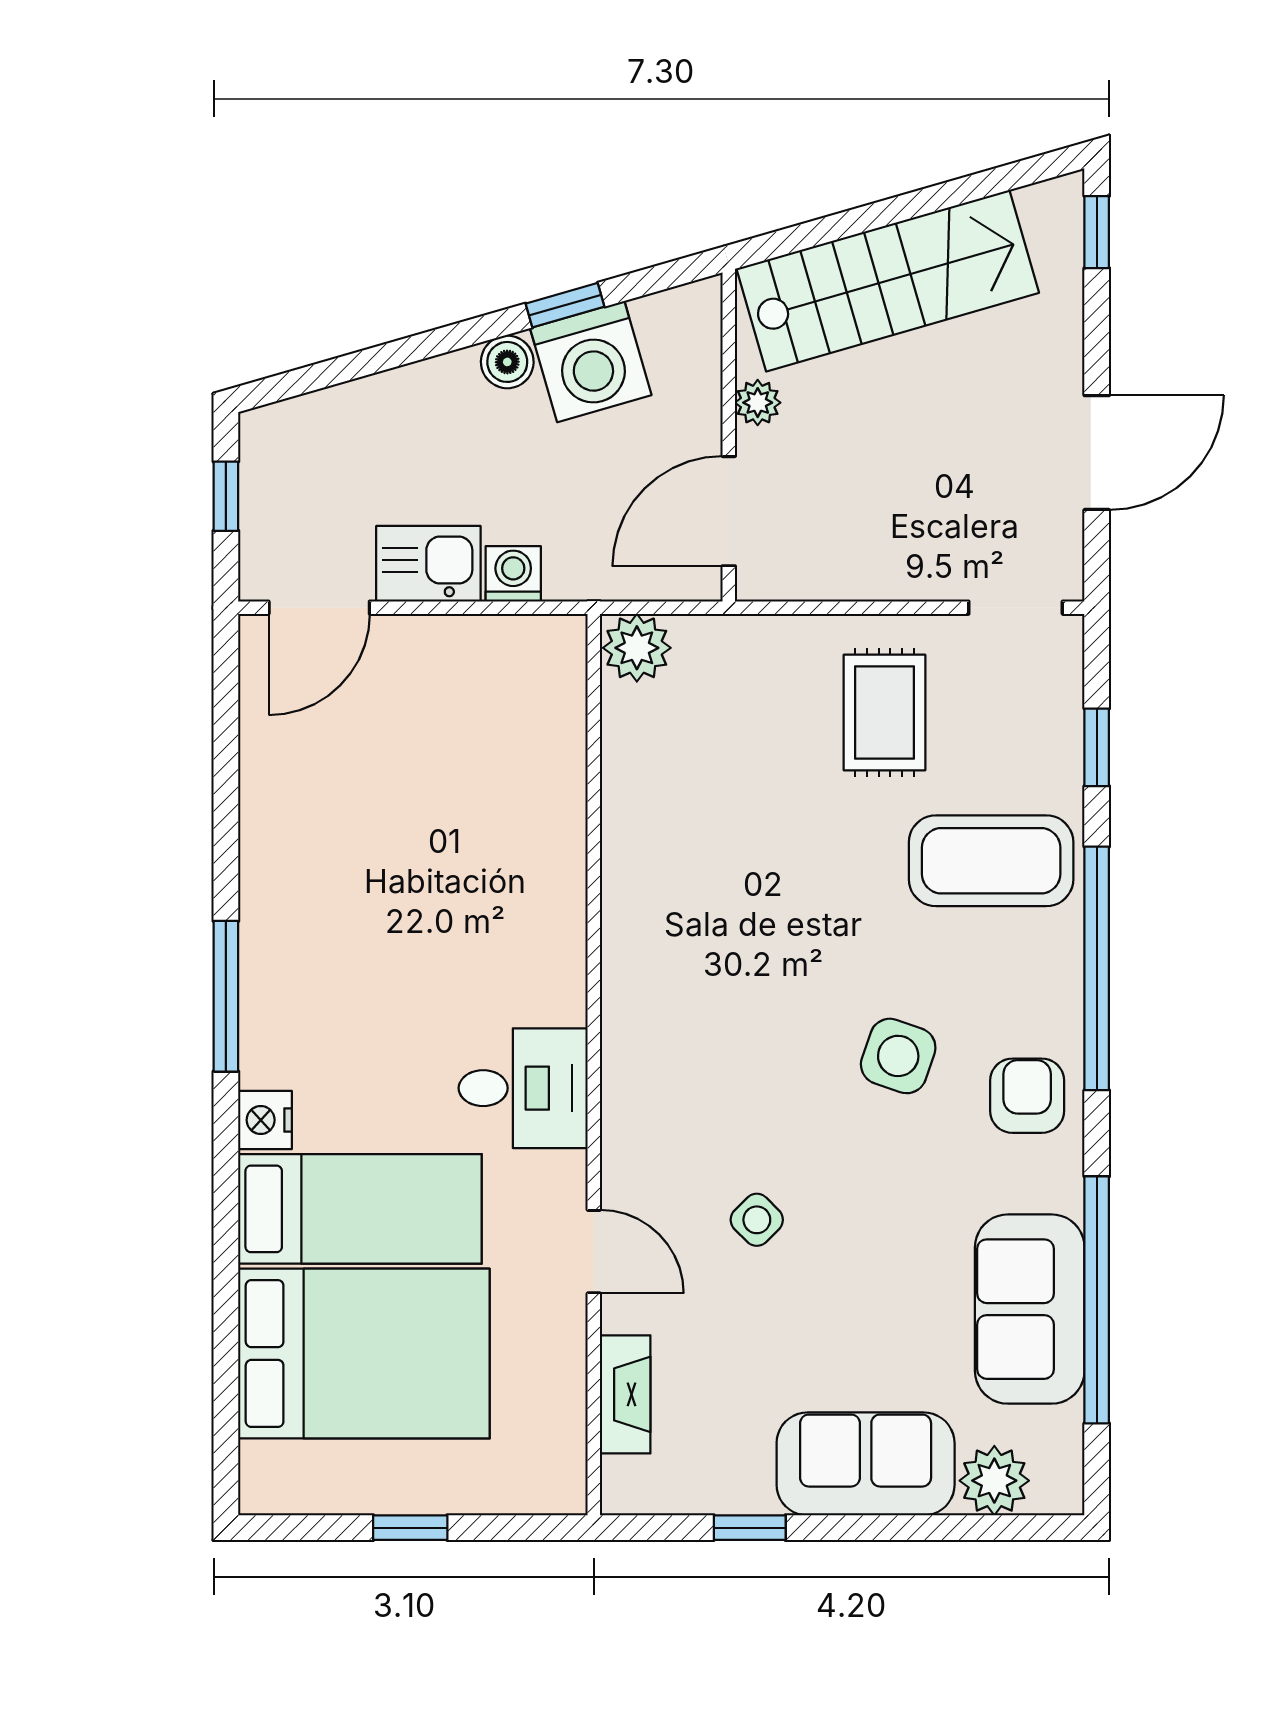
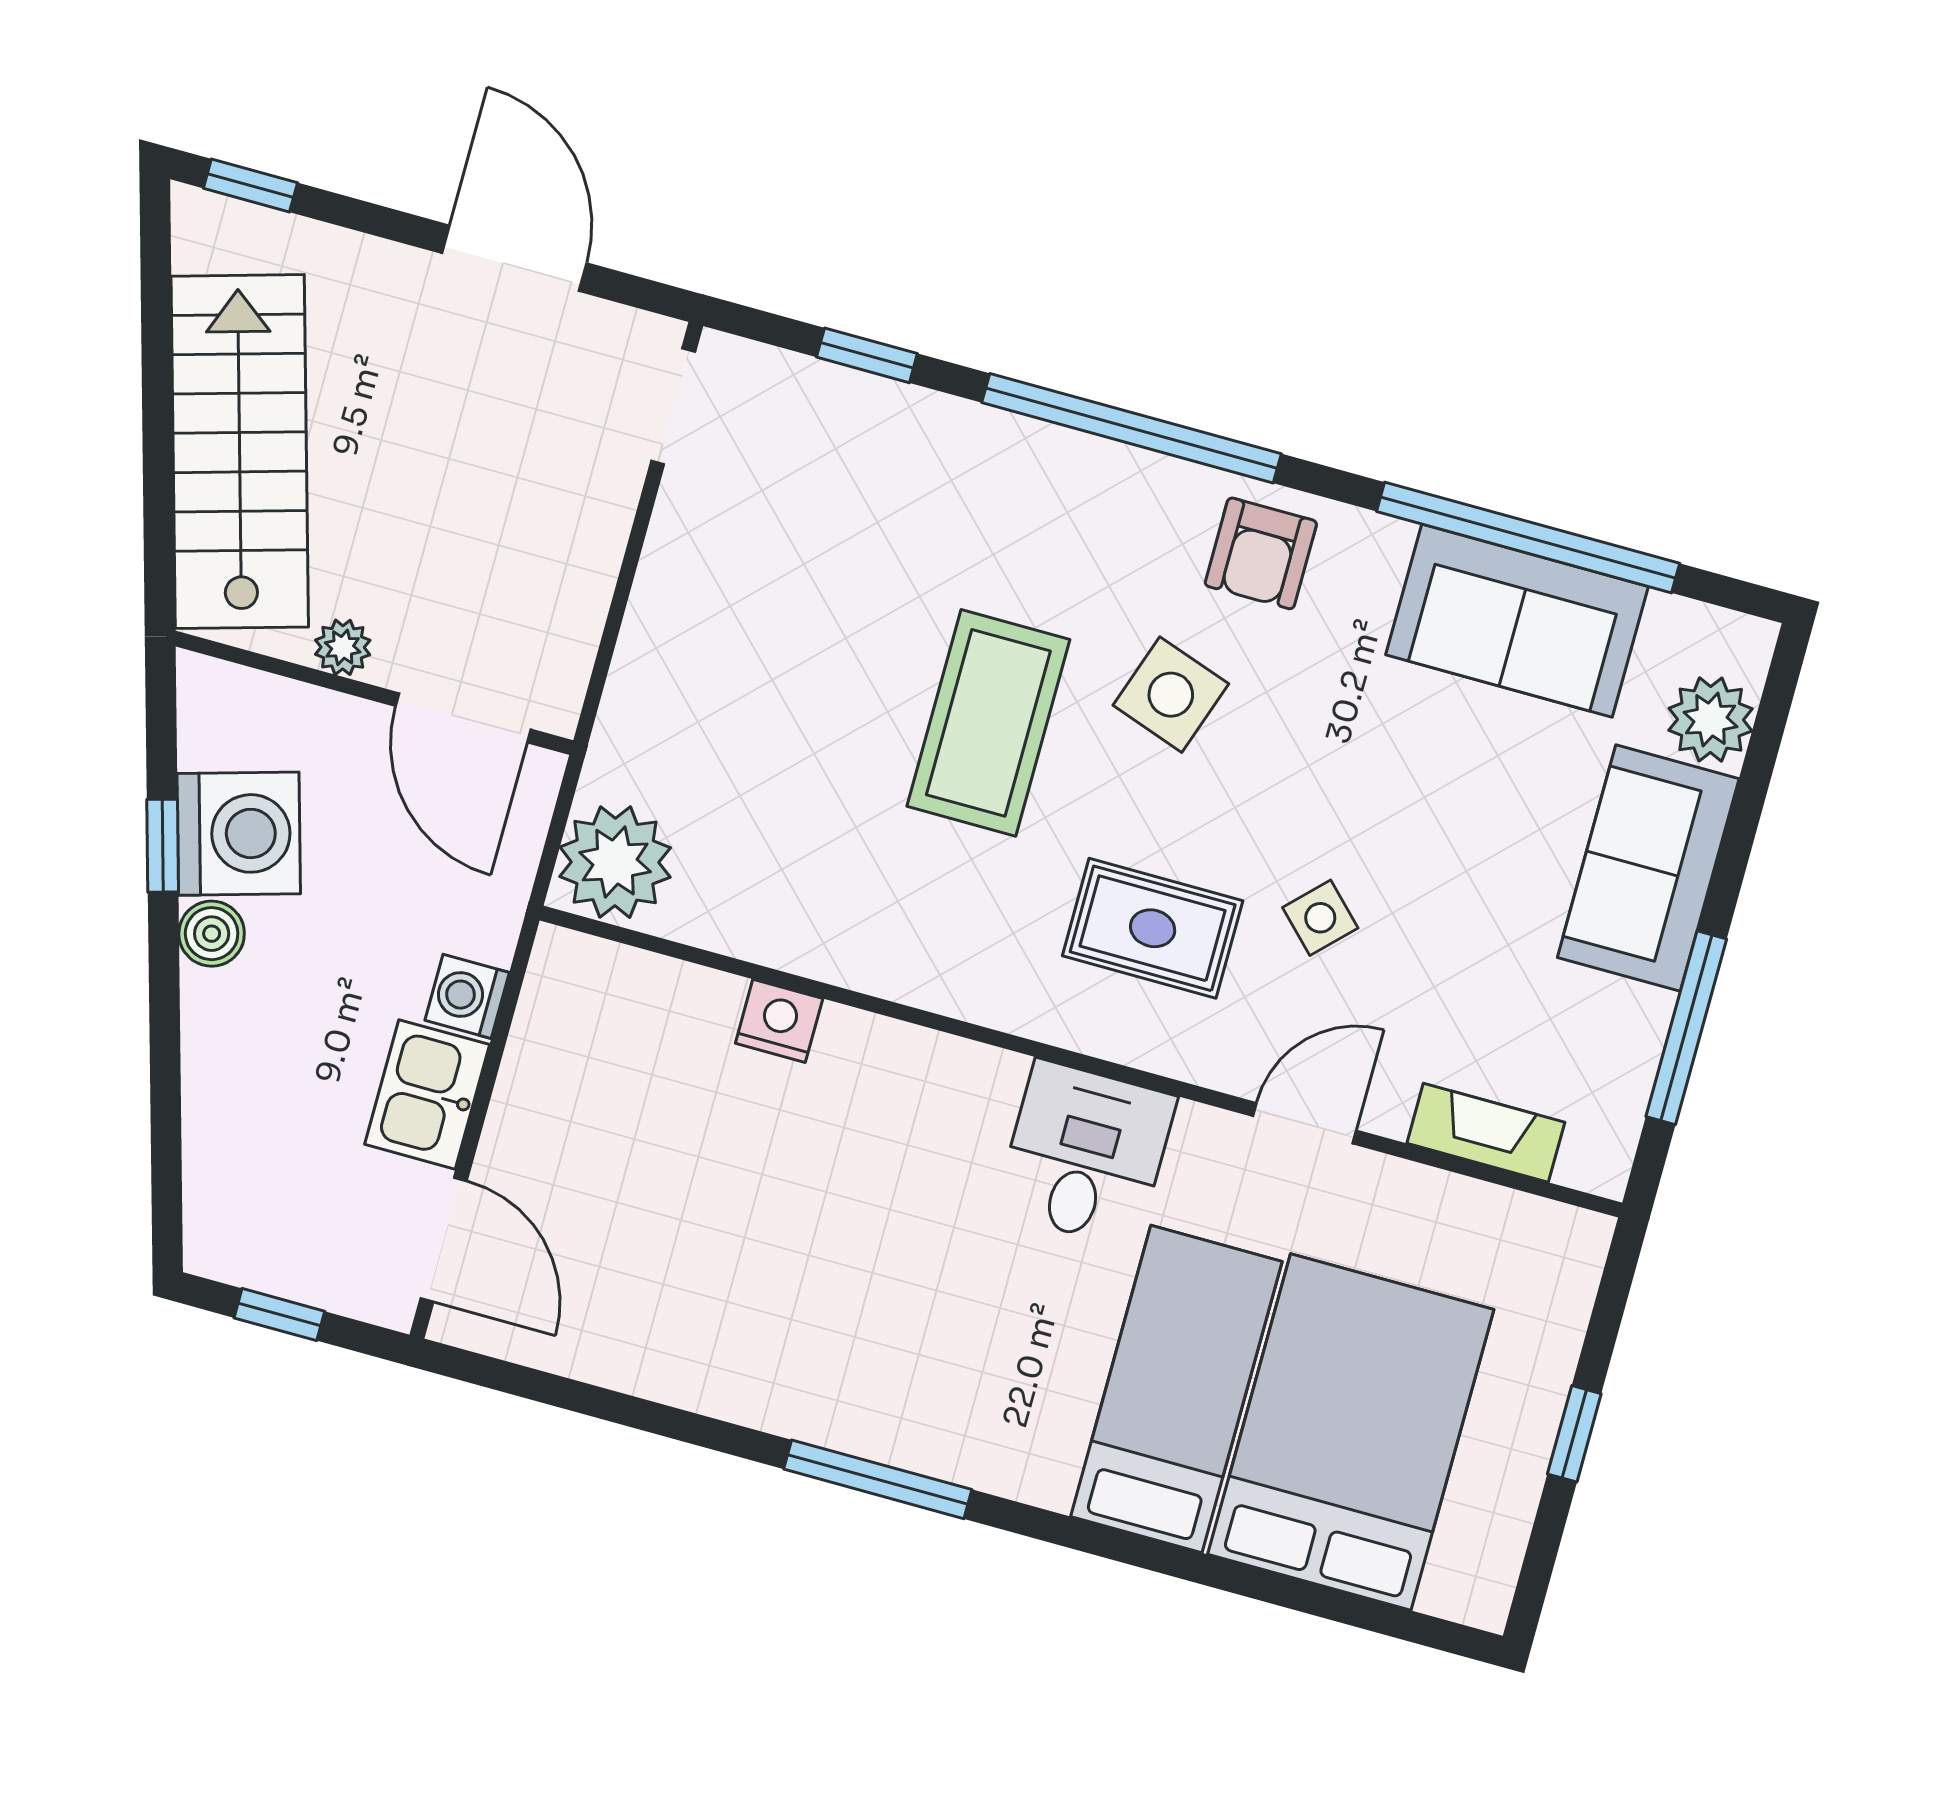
plant: (637, 648) -> (615, 862), width x1.36, depth x1.36
rug: (885, 712) -> (1153, 928), moved
coffee table: (991, 861) -> (988, 723), moved
armchair: (1027, 1096) -> (1261, 553), turned -90
nightstand: (265, 1120) -> (779, 1021), moved, turned 180
window: (750, 1528) -> (1686, 1028), width x2.17

